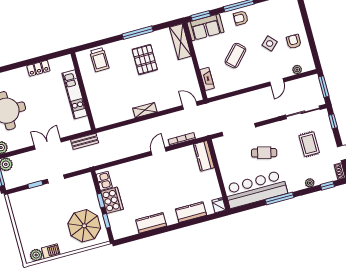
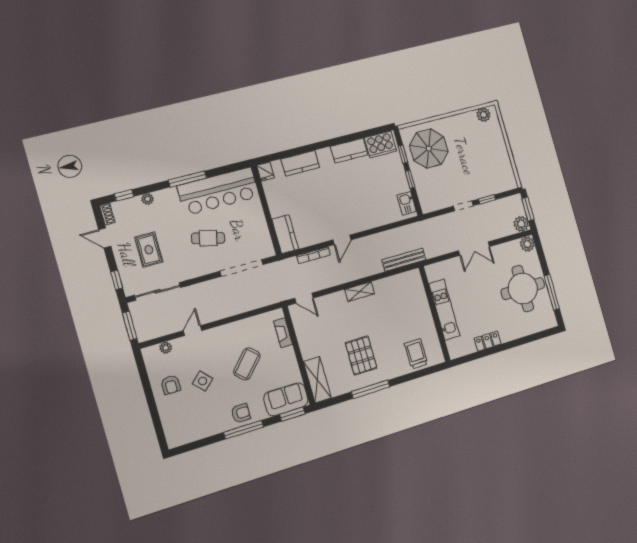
bench: (85, 141) -> (404, 260), moved, width x1.36
cooker: (112, 200) -> (380, 144), moved, turned -90
barbecue: (51, 251) -> (467, 119), removed

